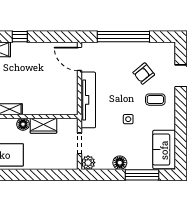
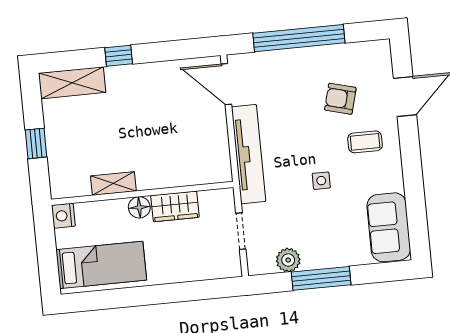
armchair: (144, 74) -> (340, 99), turned 54
plant: (88, 163) -> (288, 260), moved
floor lamp: (120, 163) -> (314, 258), removed
window: (142, 175) -> (321, 278), moved

